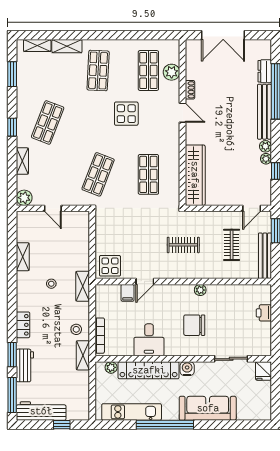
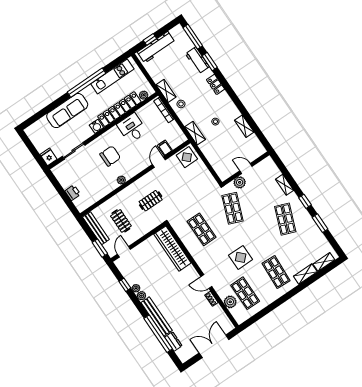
window: (12, 74) -> (320, 223), moved
plant: (24, 198) -> (240, 182), moved
workbench: (41, 411) -> (156, 47), moved

